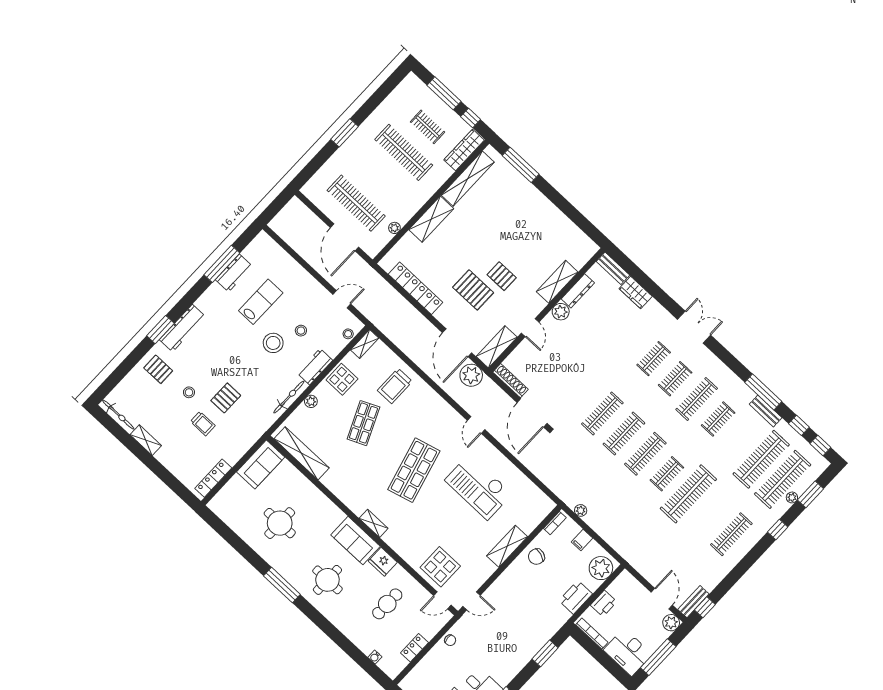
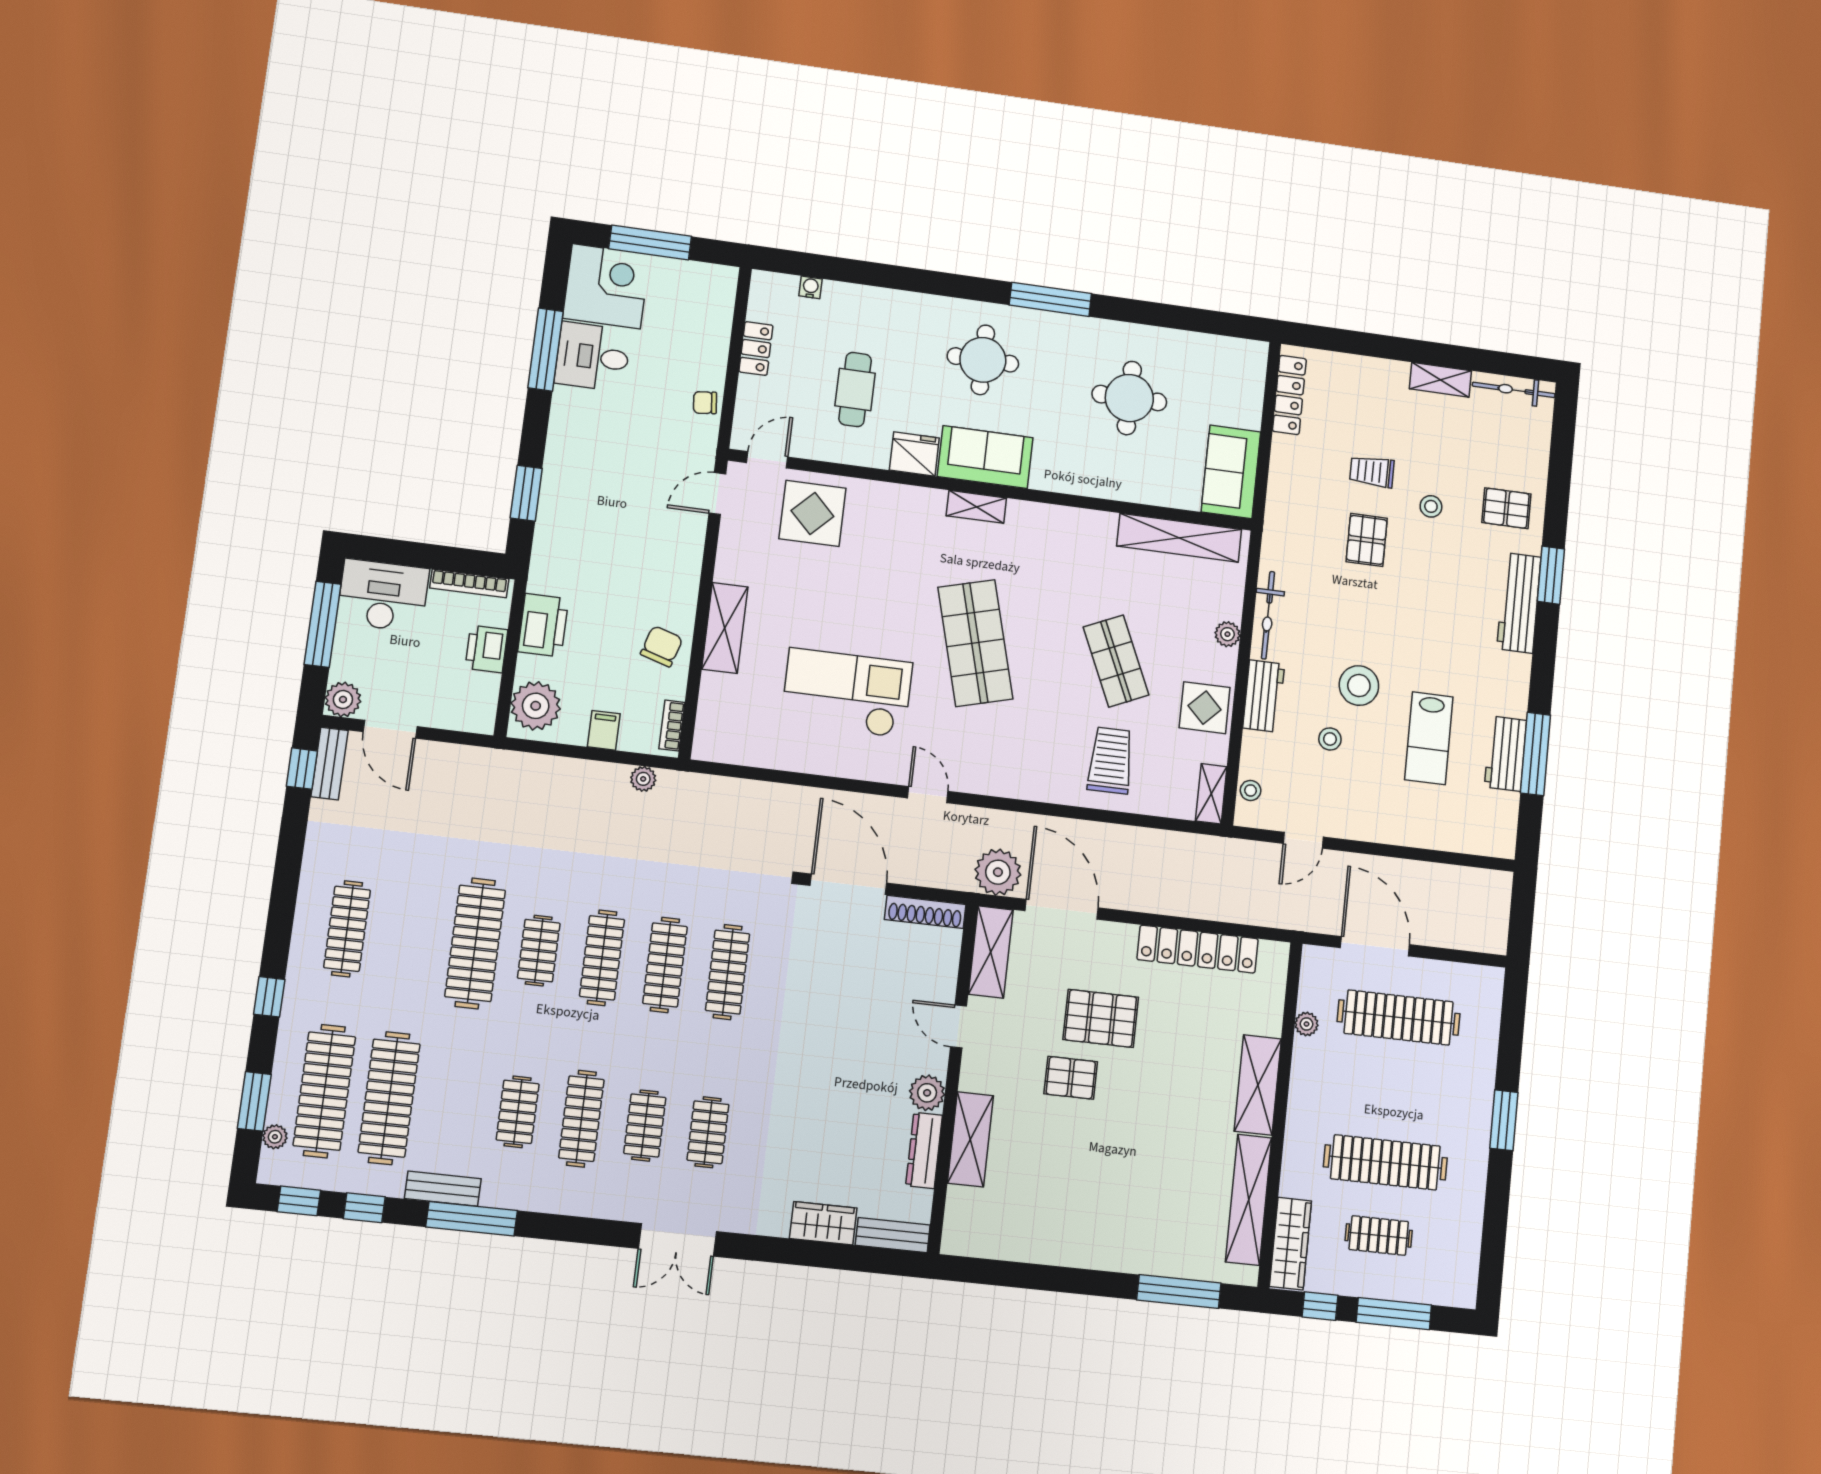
plant: (792, 497) -> (275, 1137), moved

